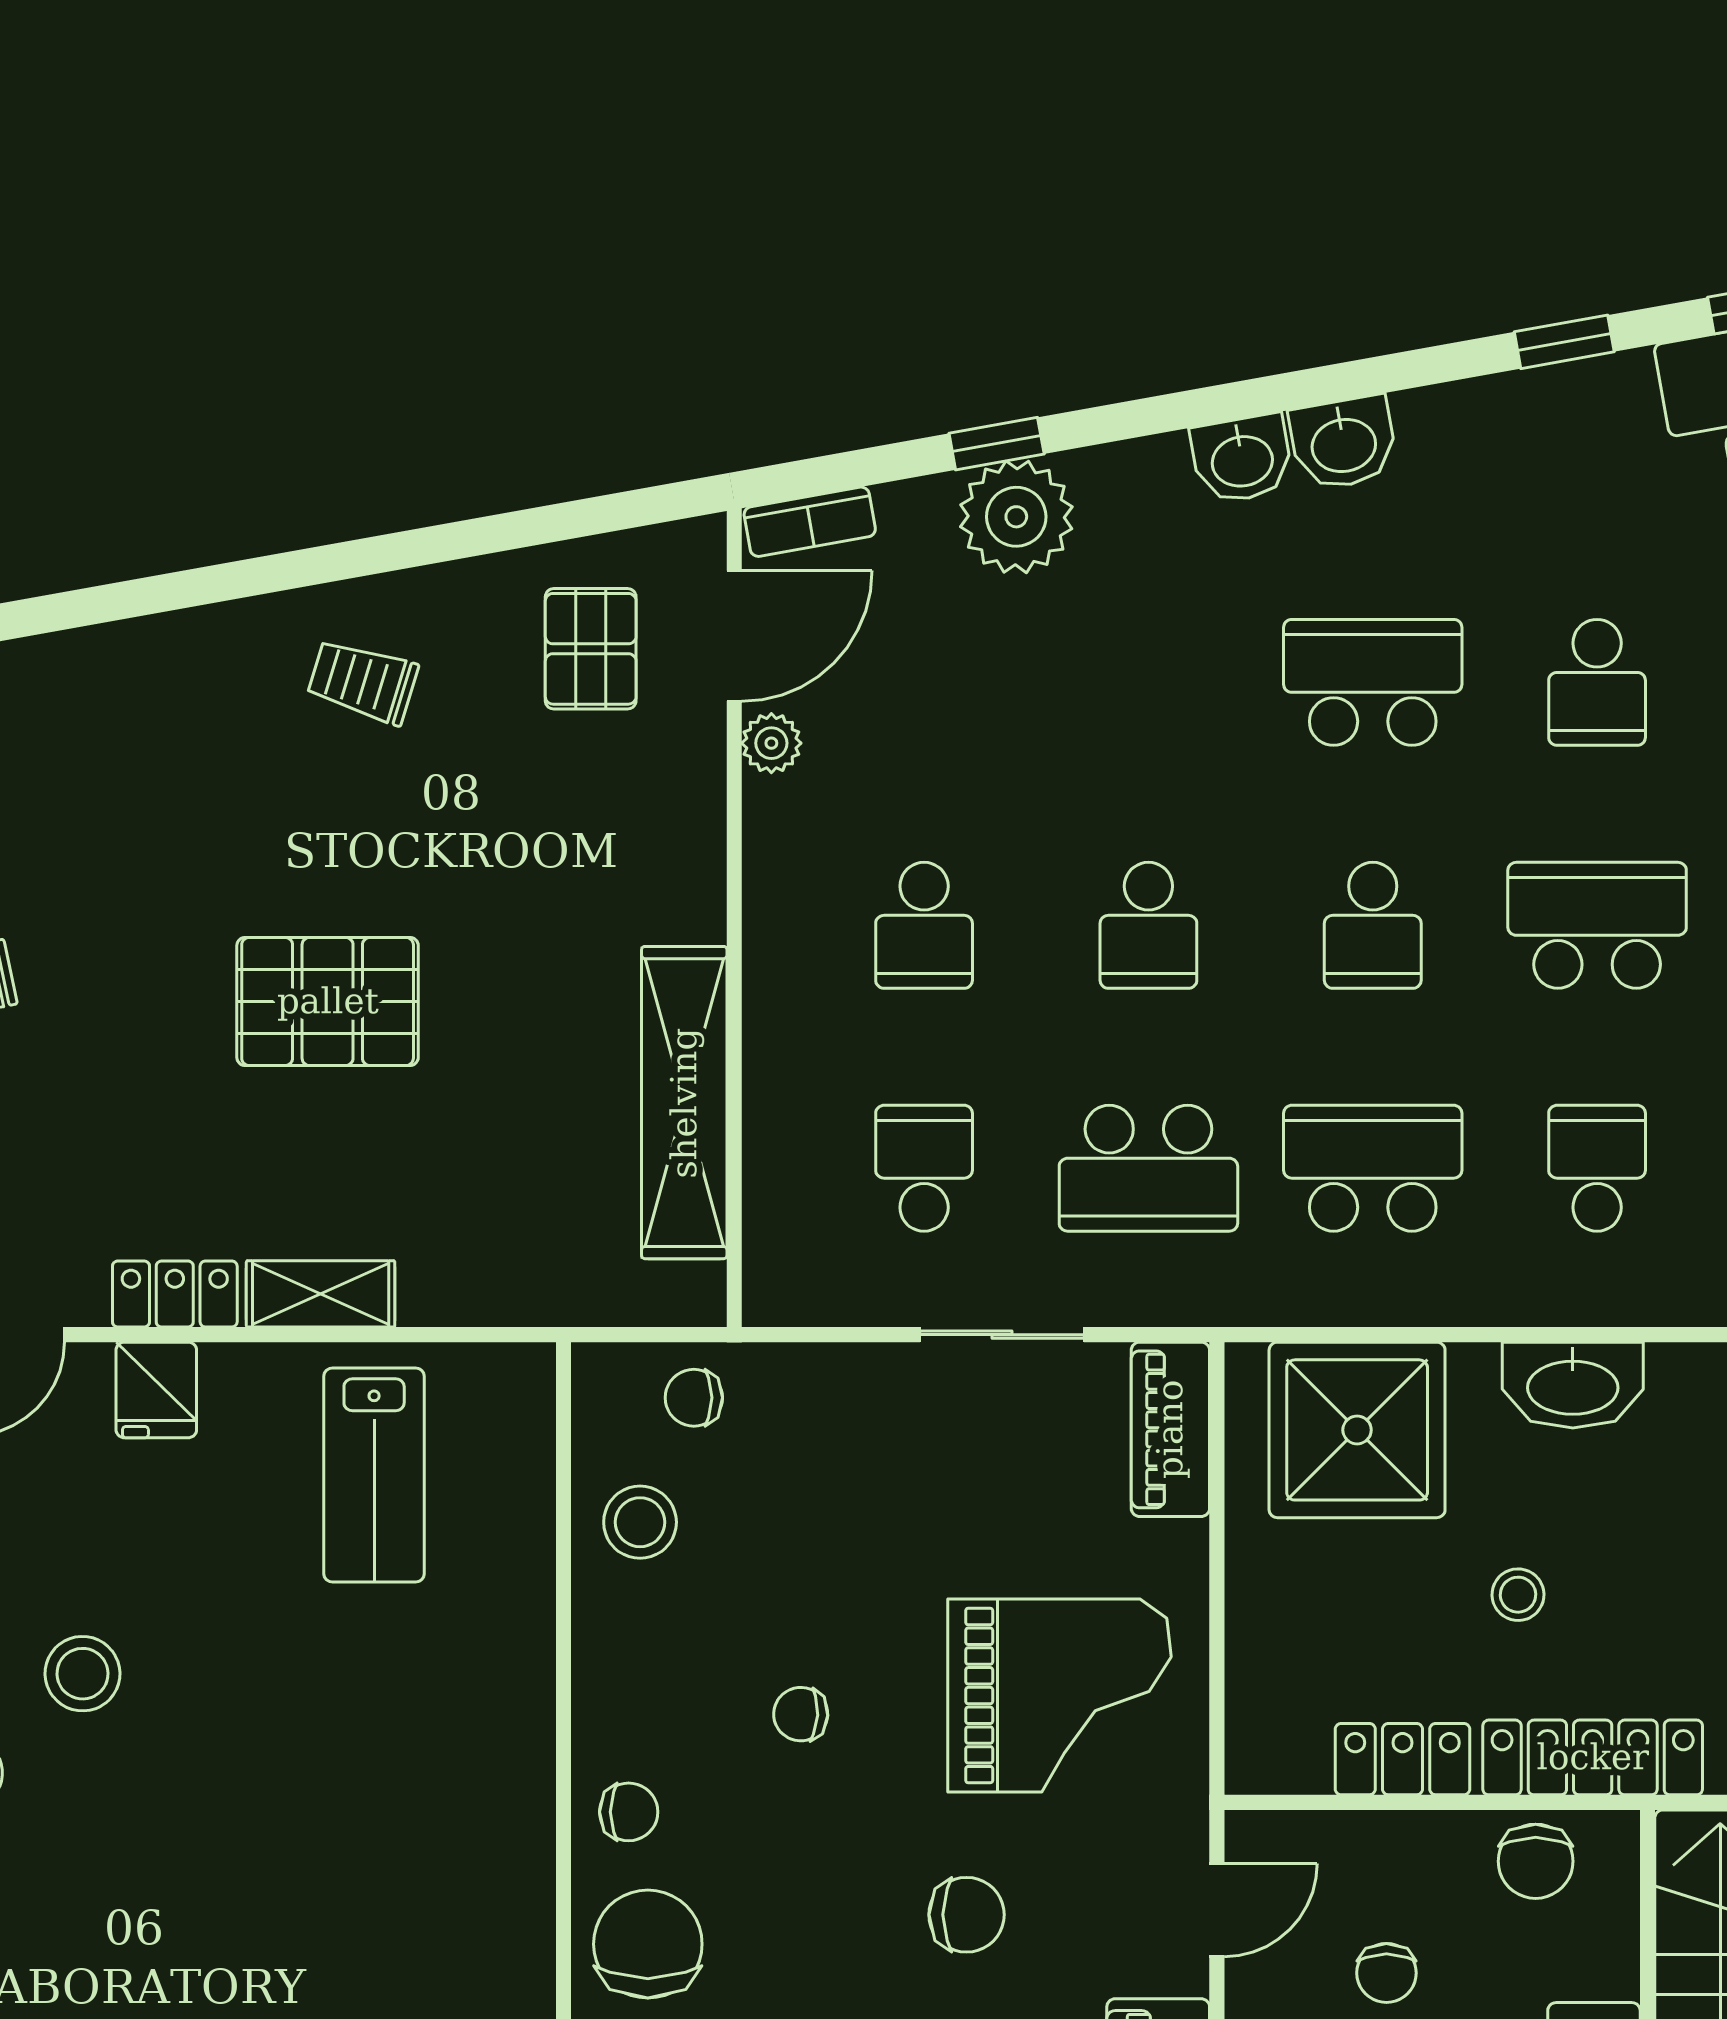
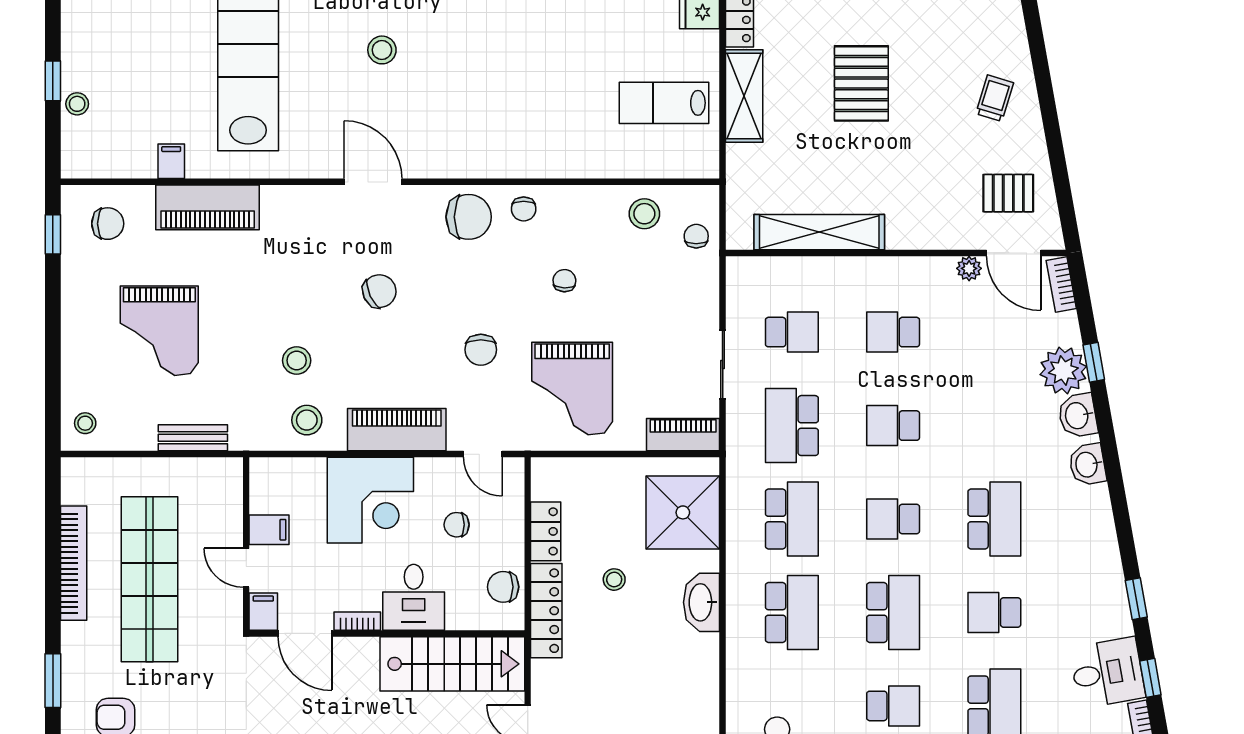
washbasin: (1343, 443) -> (1078, 416), moved
school desk: (1597, 1168) -> (792, 612), width x1.85
shelving: (321, 1294) -> (744, 96), width x1.50, depth x1.33

